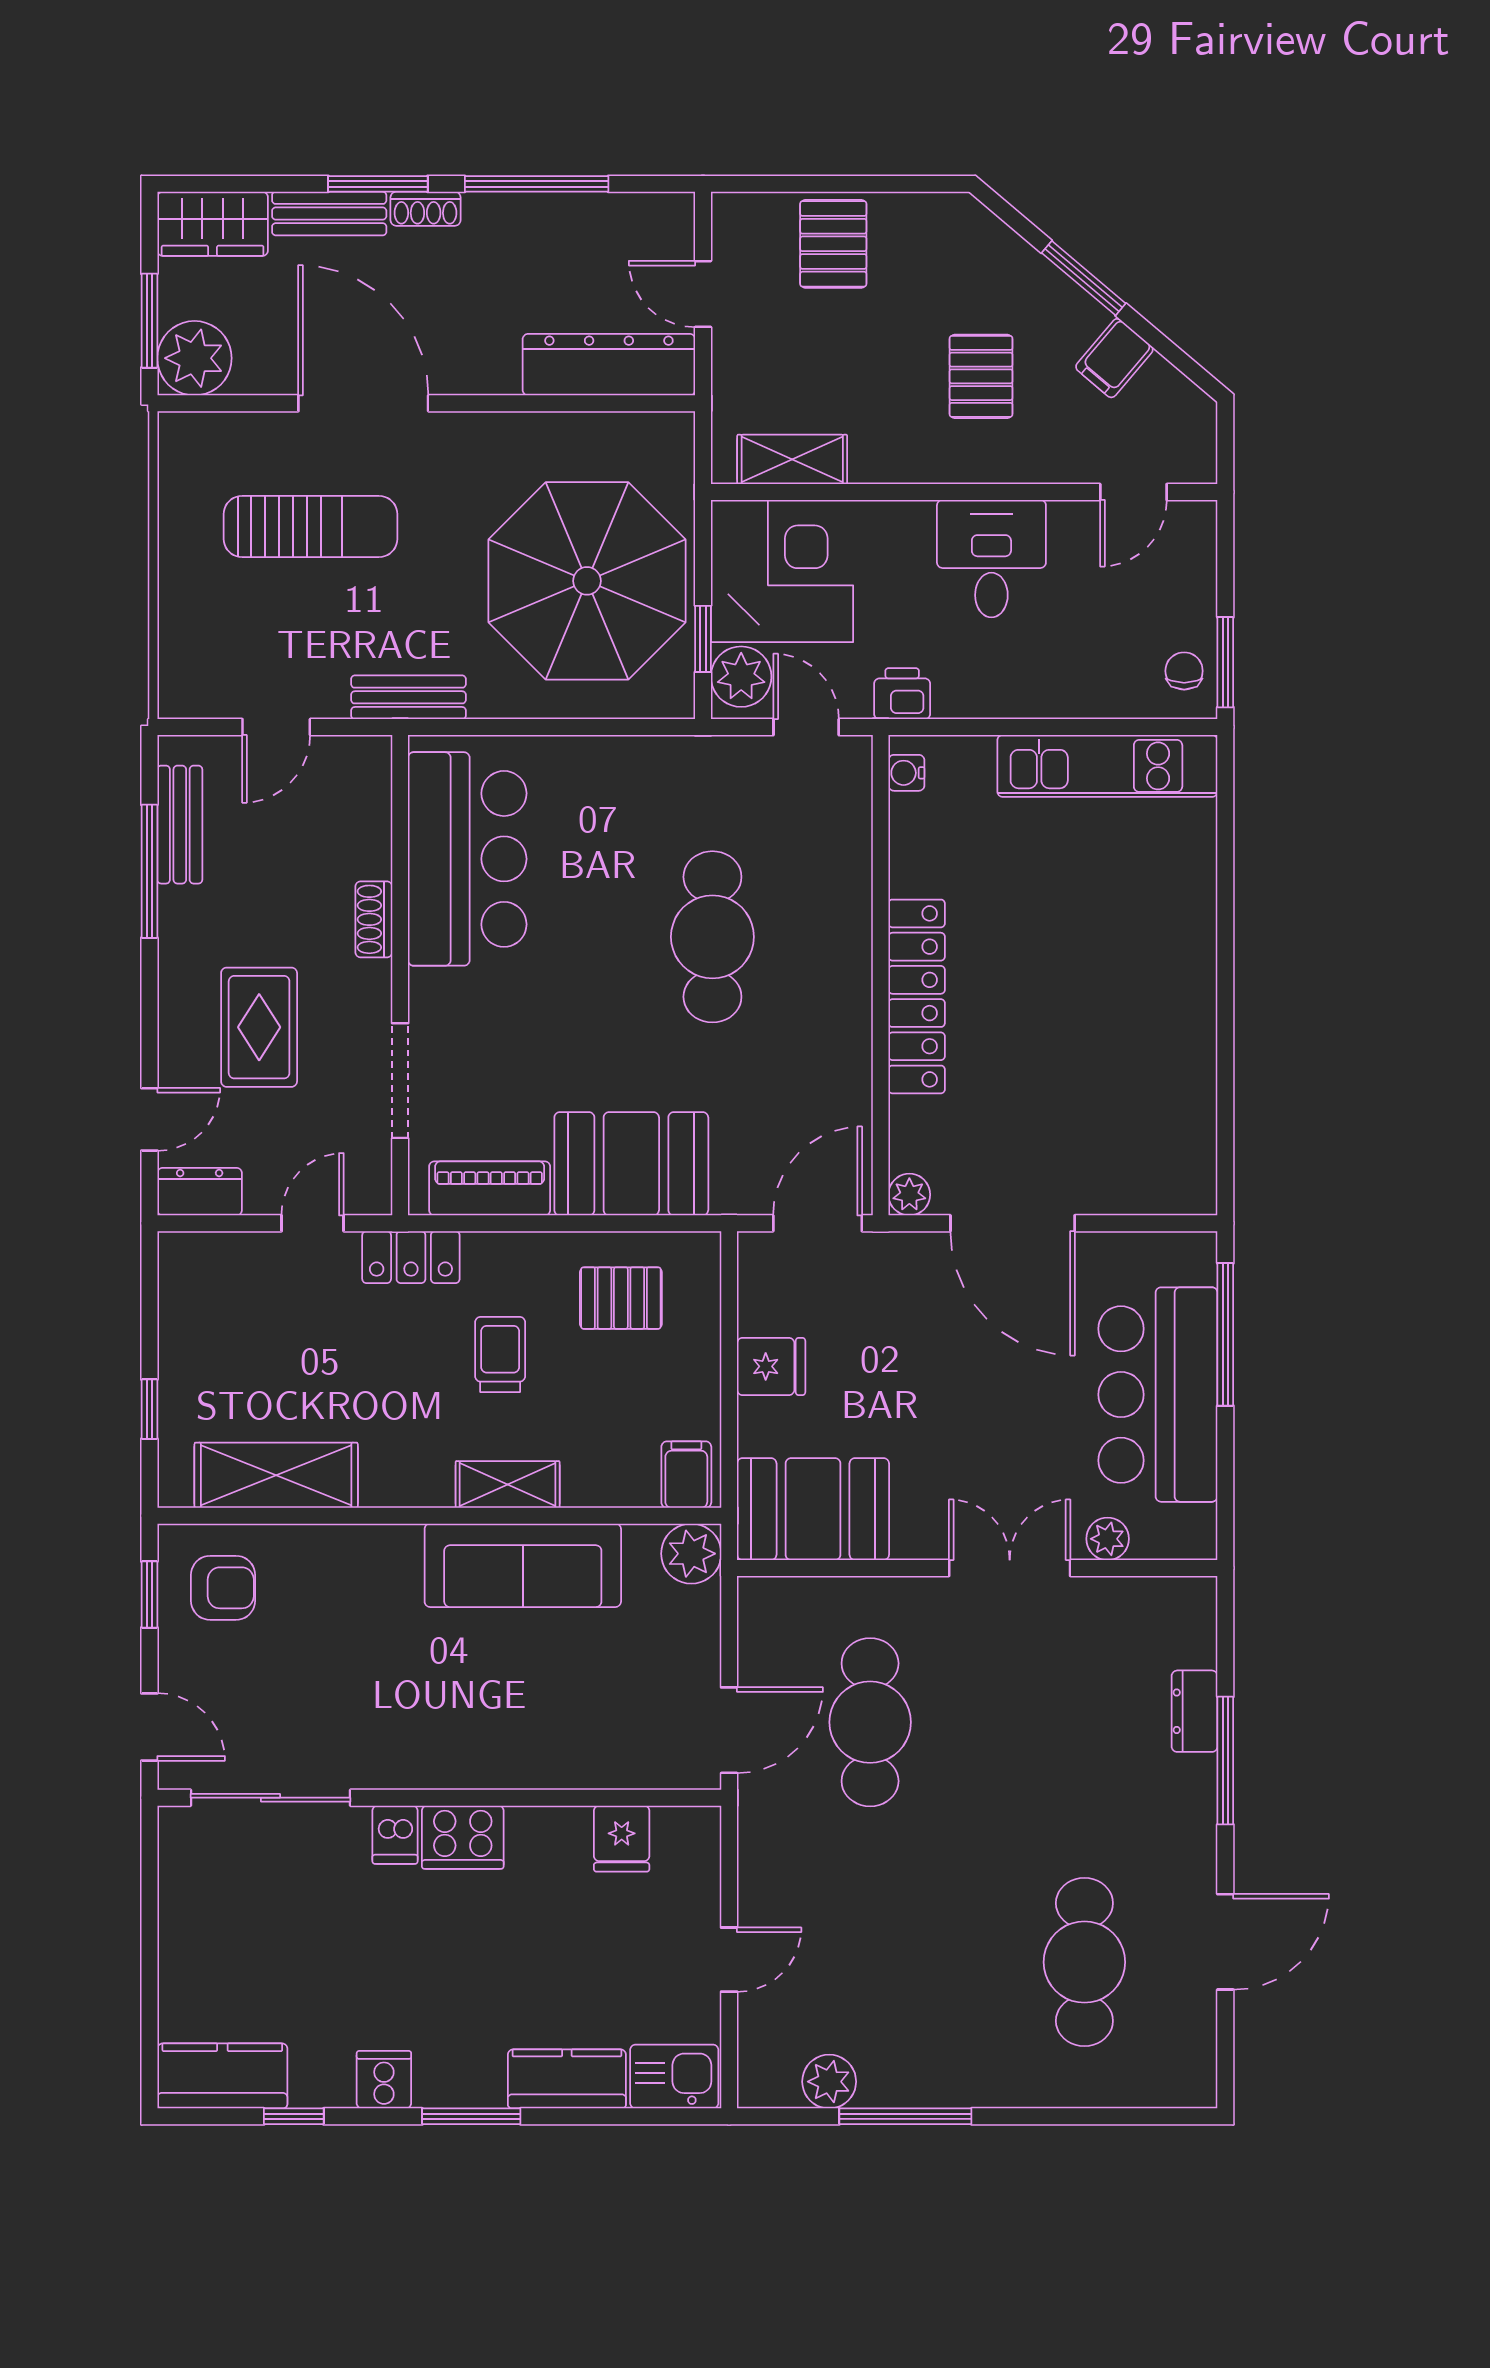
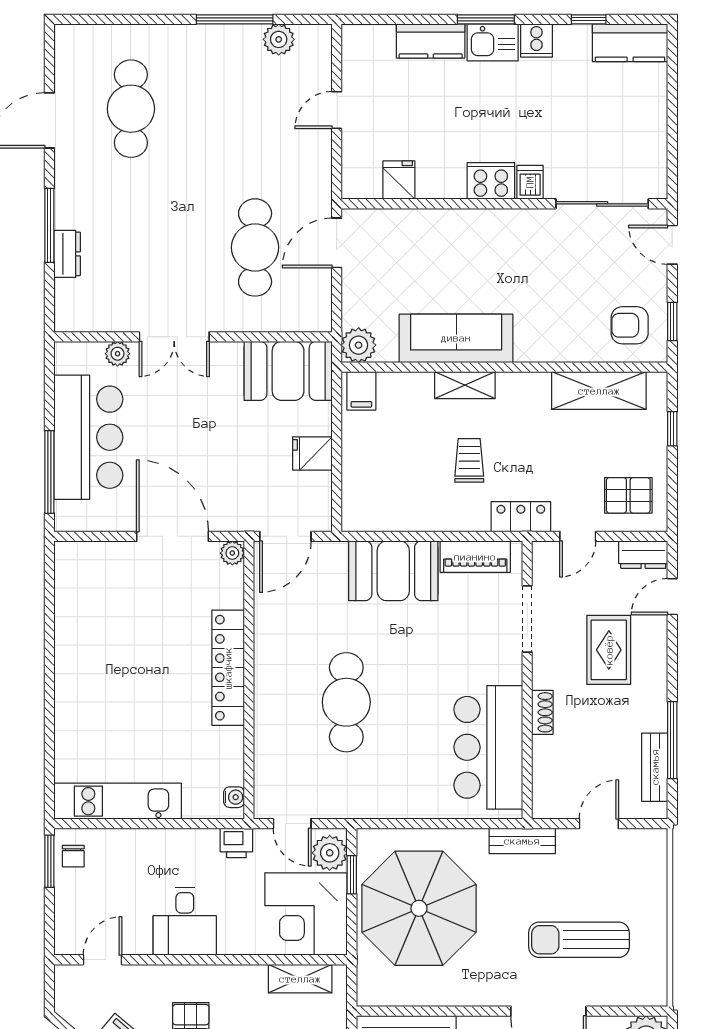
pallet: (621, 1298) -> (628, 495), moved
trolley: (500, 1354) -> (469, 460), turned 180
kitchen sink: (674, 2077) -> (493, 42), moved

